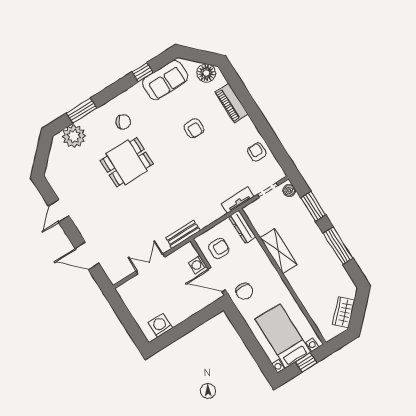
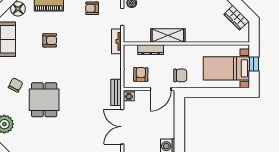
dresser: (242, 227) -> (151, 50), moved
double door: (150, 264) -> (122, 127), width x1.37
washing machine: (197, 265) -> (129, 95), moved

